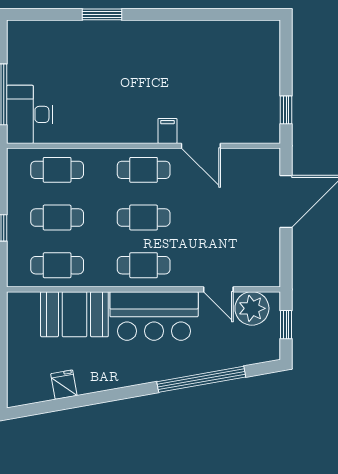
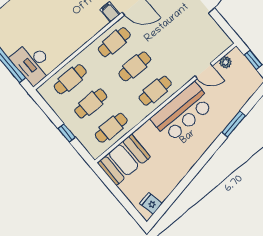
plant: (252, 308) -> (226, 62), width x0.53, depth x0.53
booth: (74, 314) -> (124, 160), moved
window: (201, 379) -> (234, 124), width x0.47
fridge: (64, 385) -> (151, 203), moved

